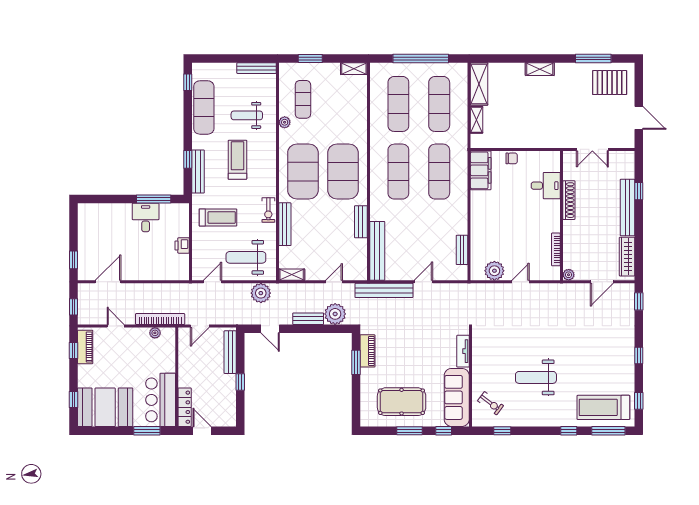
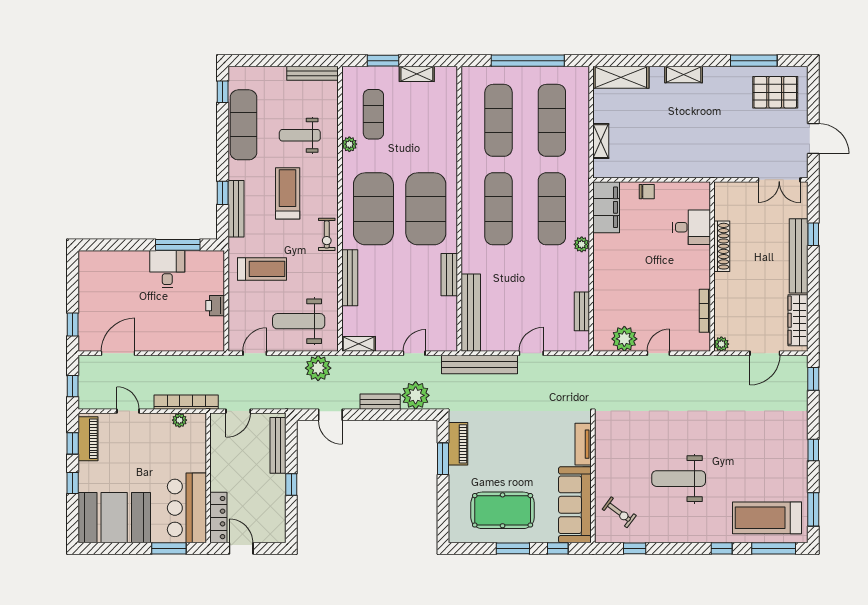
shelving: (354, 69) -> (417, 74), moved
shelving: (479, 84) -> (621, 77), moved, turned 90
double door: (592, 149) -> (779, 180), moved
plant: (462, 199) -> (582, 244), added
exercise bike: (268, 210) -> (327, 234), moved
window: (73, 400) -> (73, 483), moved
window: (639, 401) -> (813, 509), width x1.50

